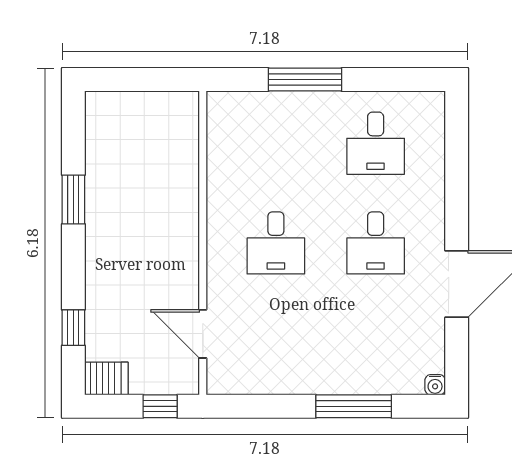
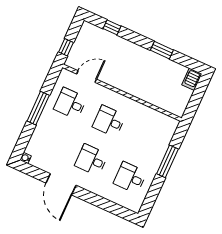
desk: (276, 343) -> (70, 104), added
server rack: (106, 379) -> (192, 79), moved
window: (354, 406) -> (38, 108), moved

